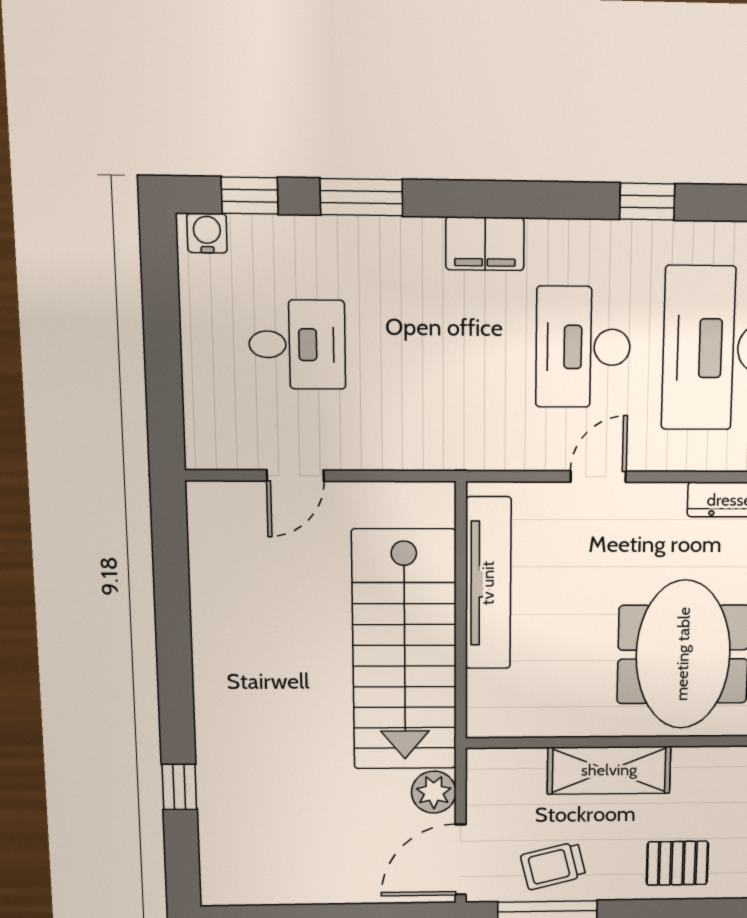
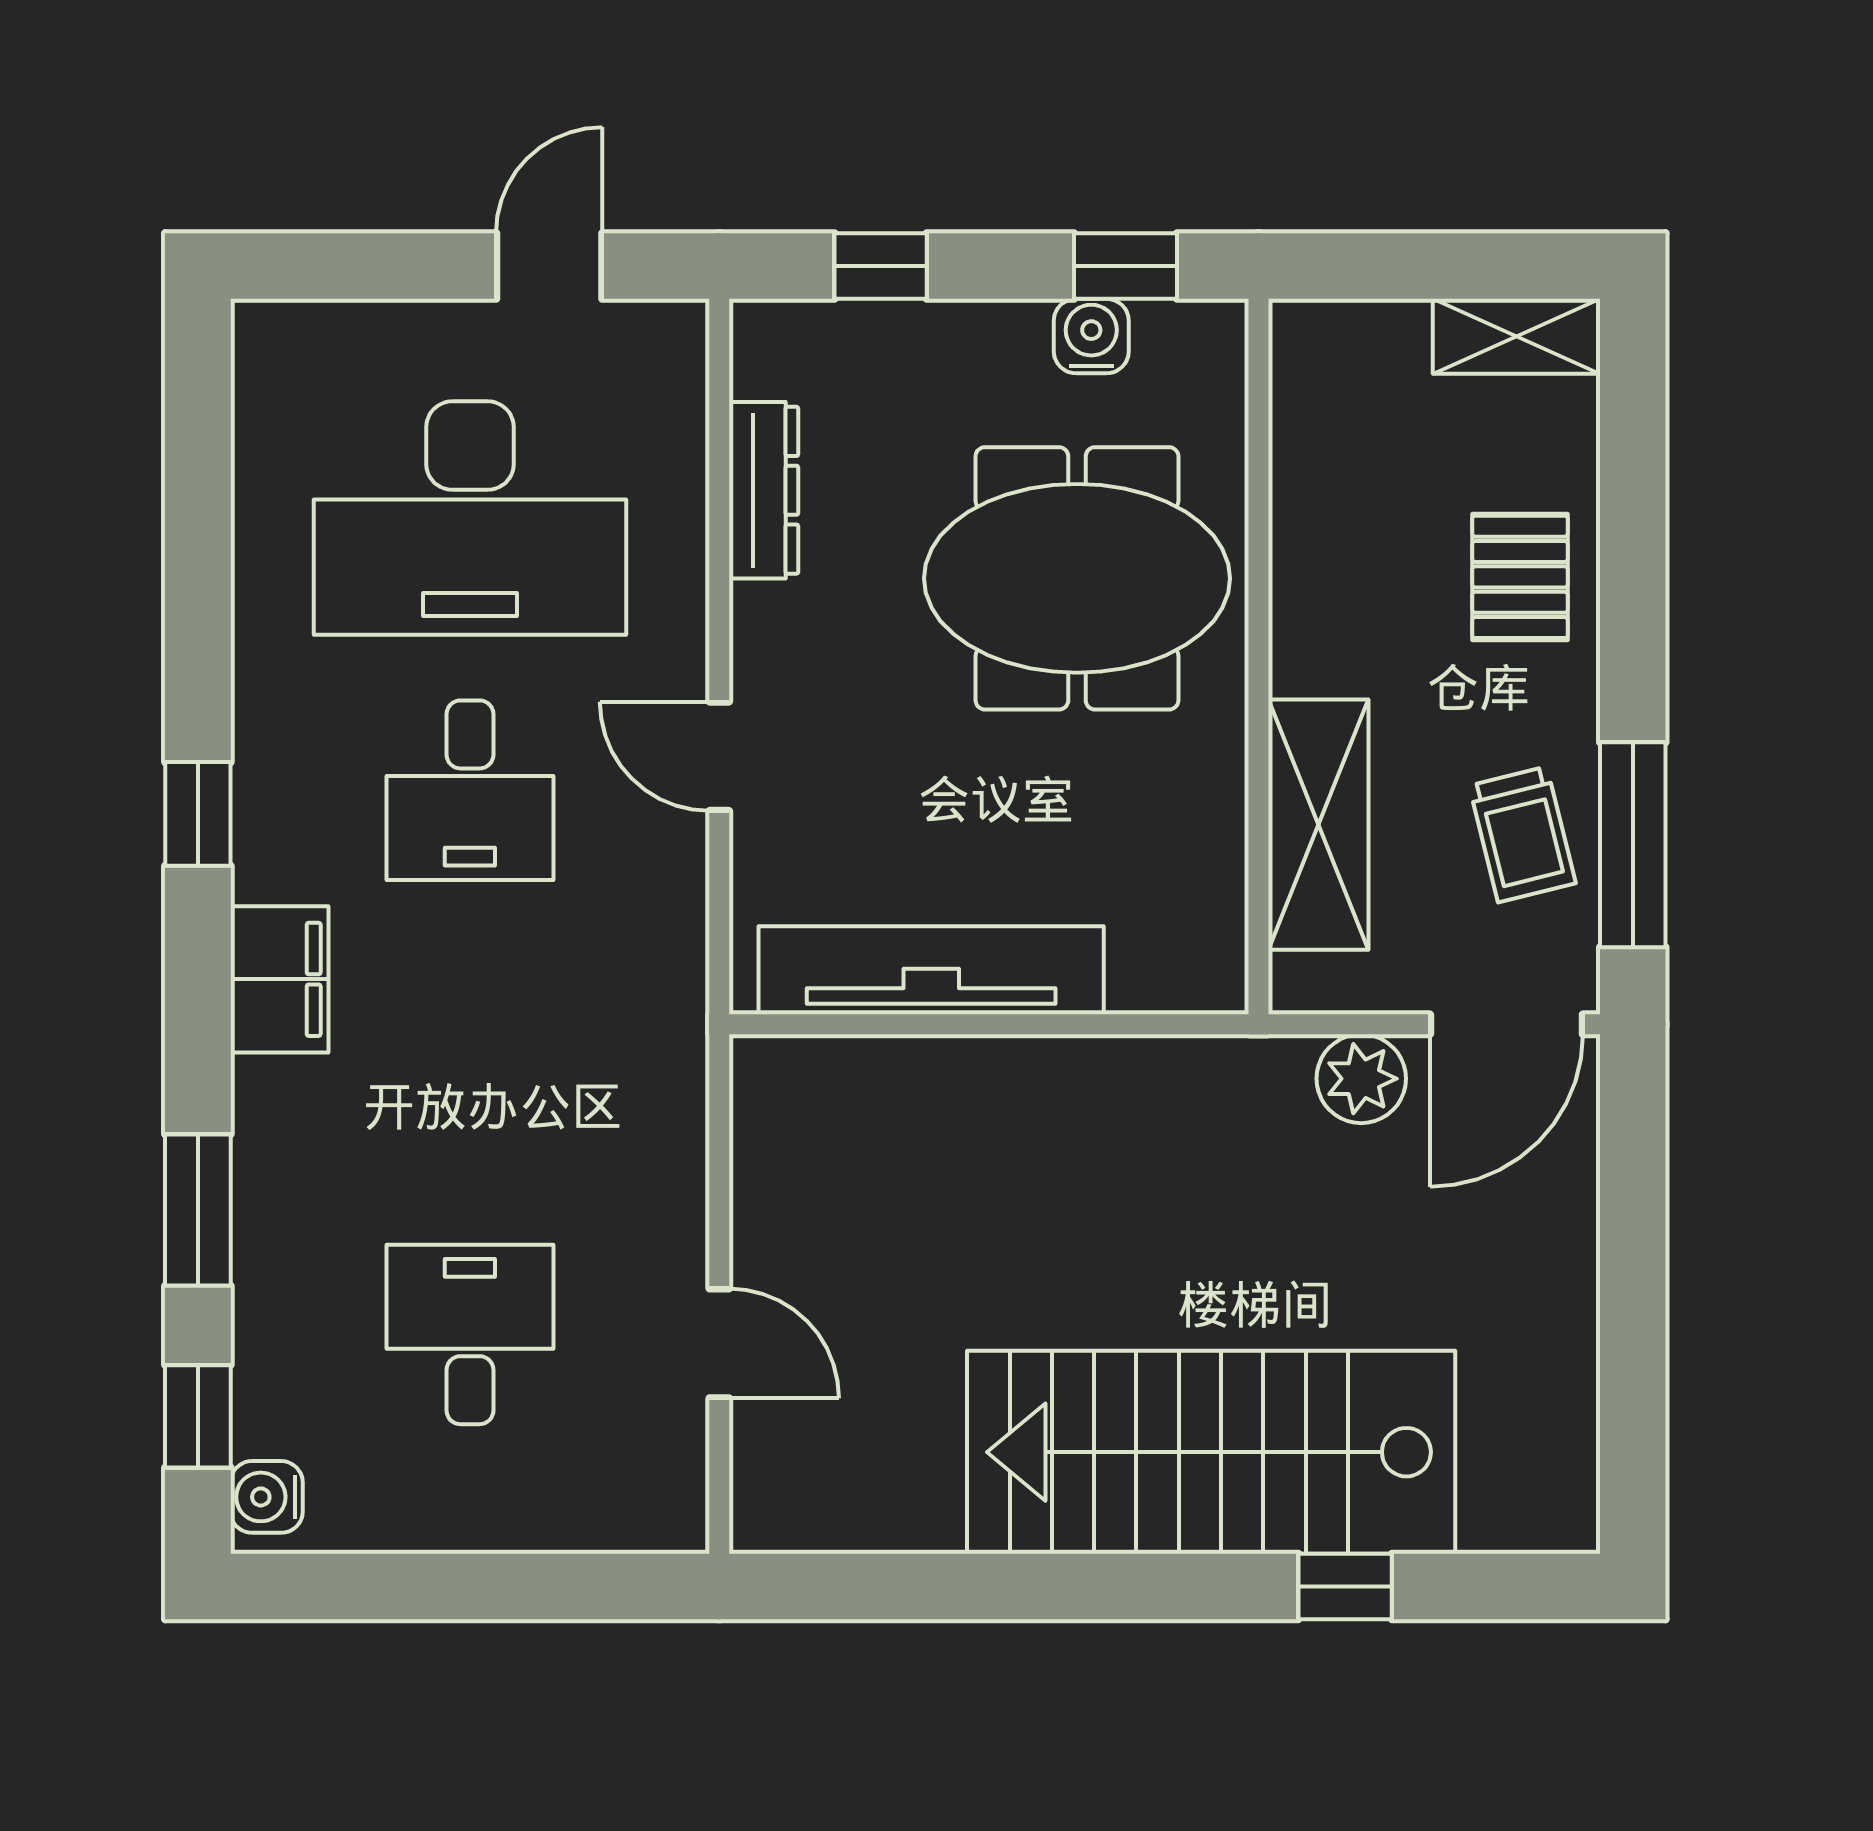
window: (647, 202) -> (198, 814), moved
desk: (583, 347) -> (470, 790), width x0.73
stairs: (404, 650) -> (1211, 1452), moved, turned 180
shelving: (609, 770) -> (1318, 825), moved
door: (461, 860) -> (1506, 1024), hinge flipped

